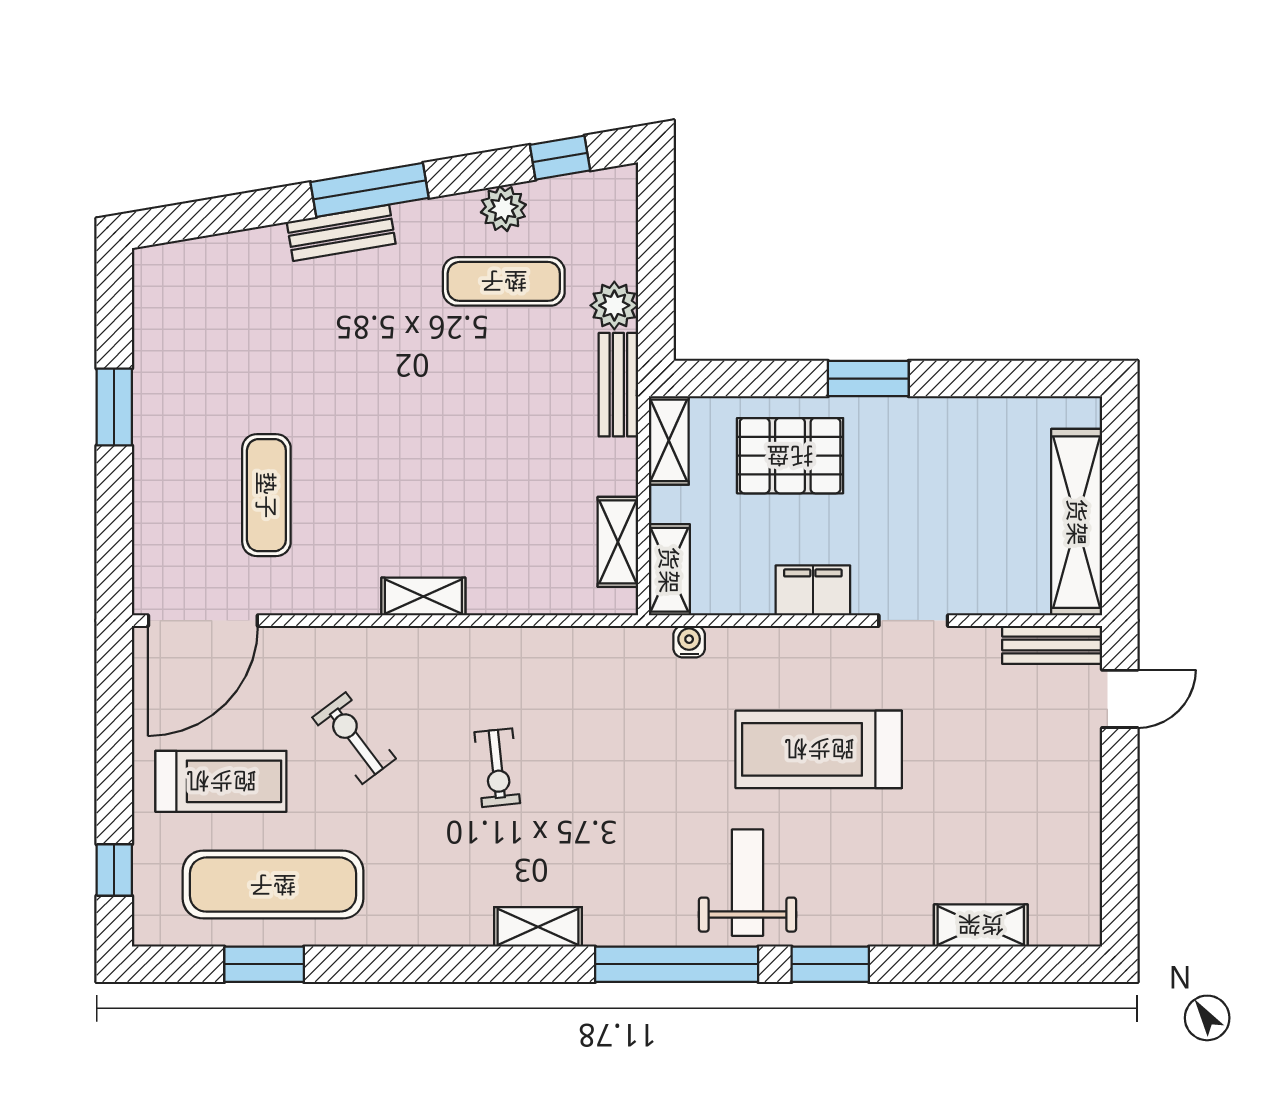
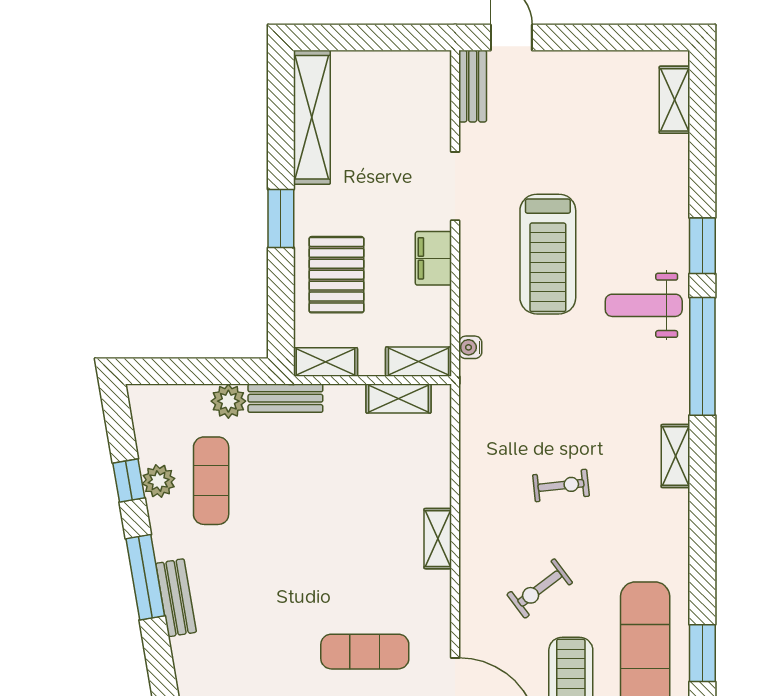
window: (560, 158) -> (129, 480), moved
shelving: (1077, 522) -> (312, 117), moved, turned 90
doorway: (913, 621) -> (455, 186), width x1.38
shelving: (981, 925) -> (675, 100), moved

